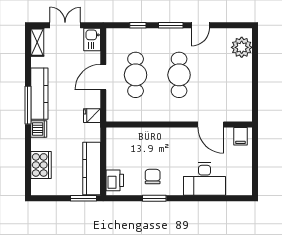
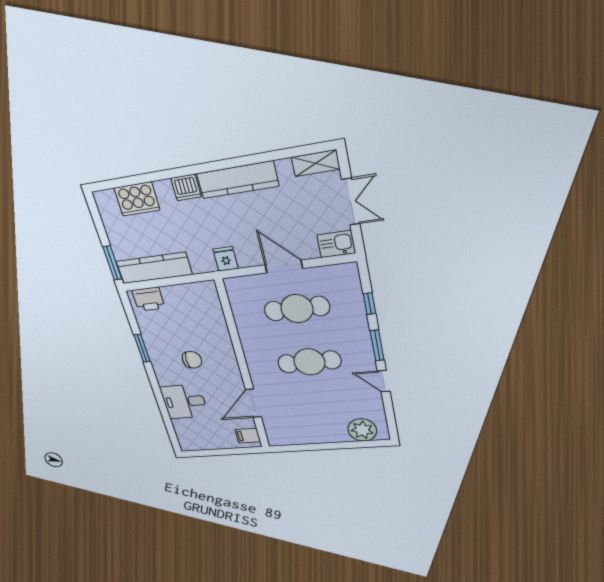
window: (28, 105) -> (216, 166), removed
chair: (153, 177) -> (192, 360), moved
desk: (205, 179) -> (184, 402), width x0.73

